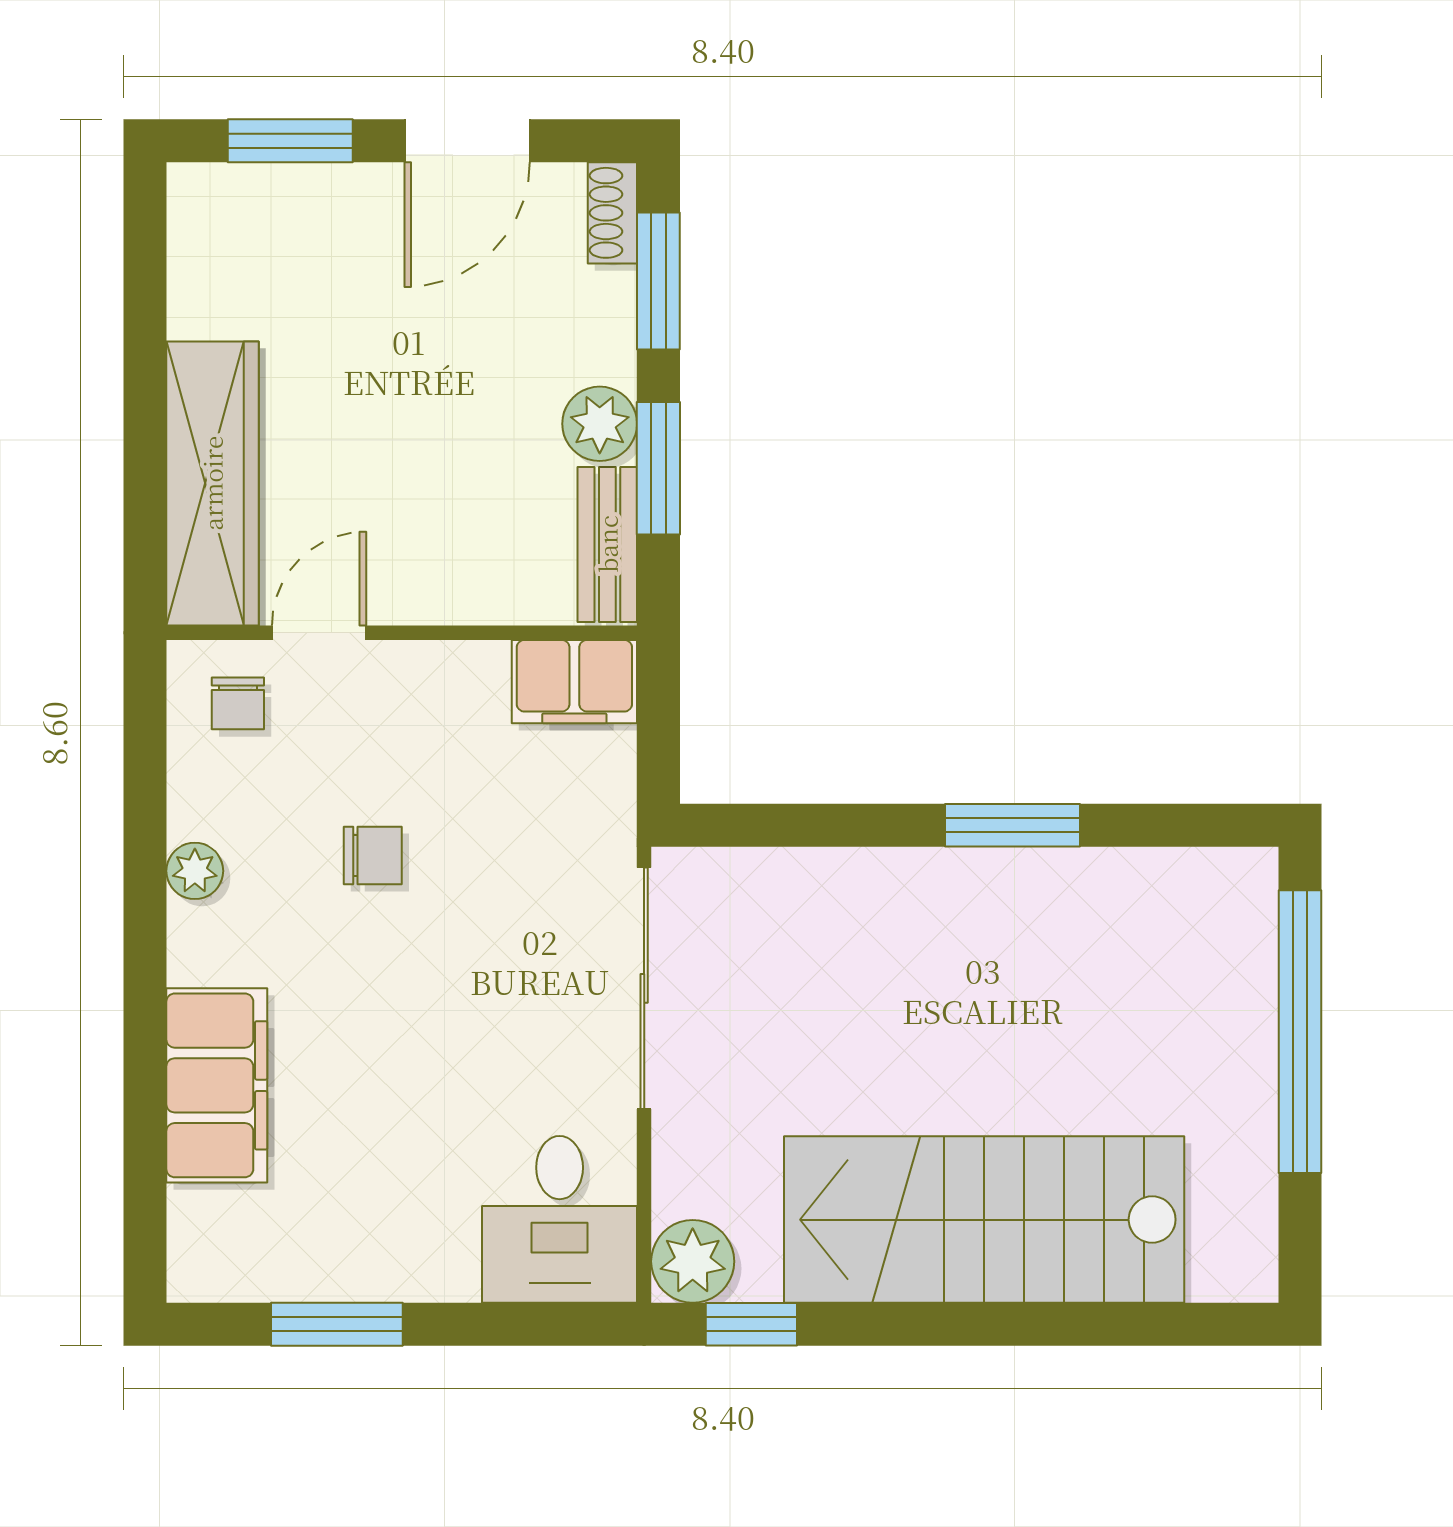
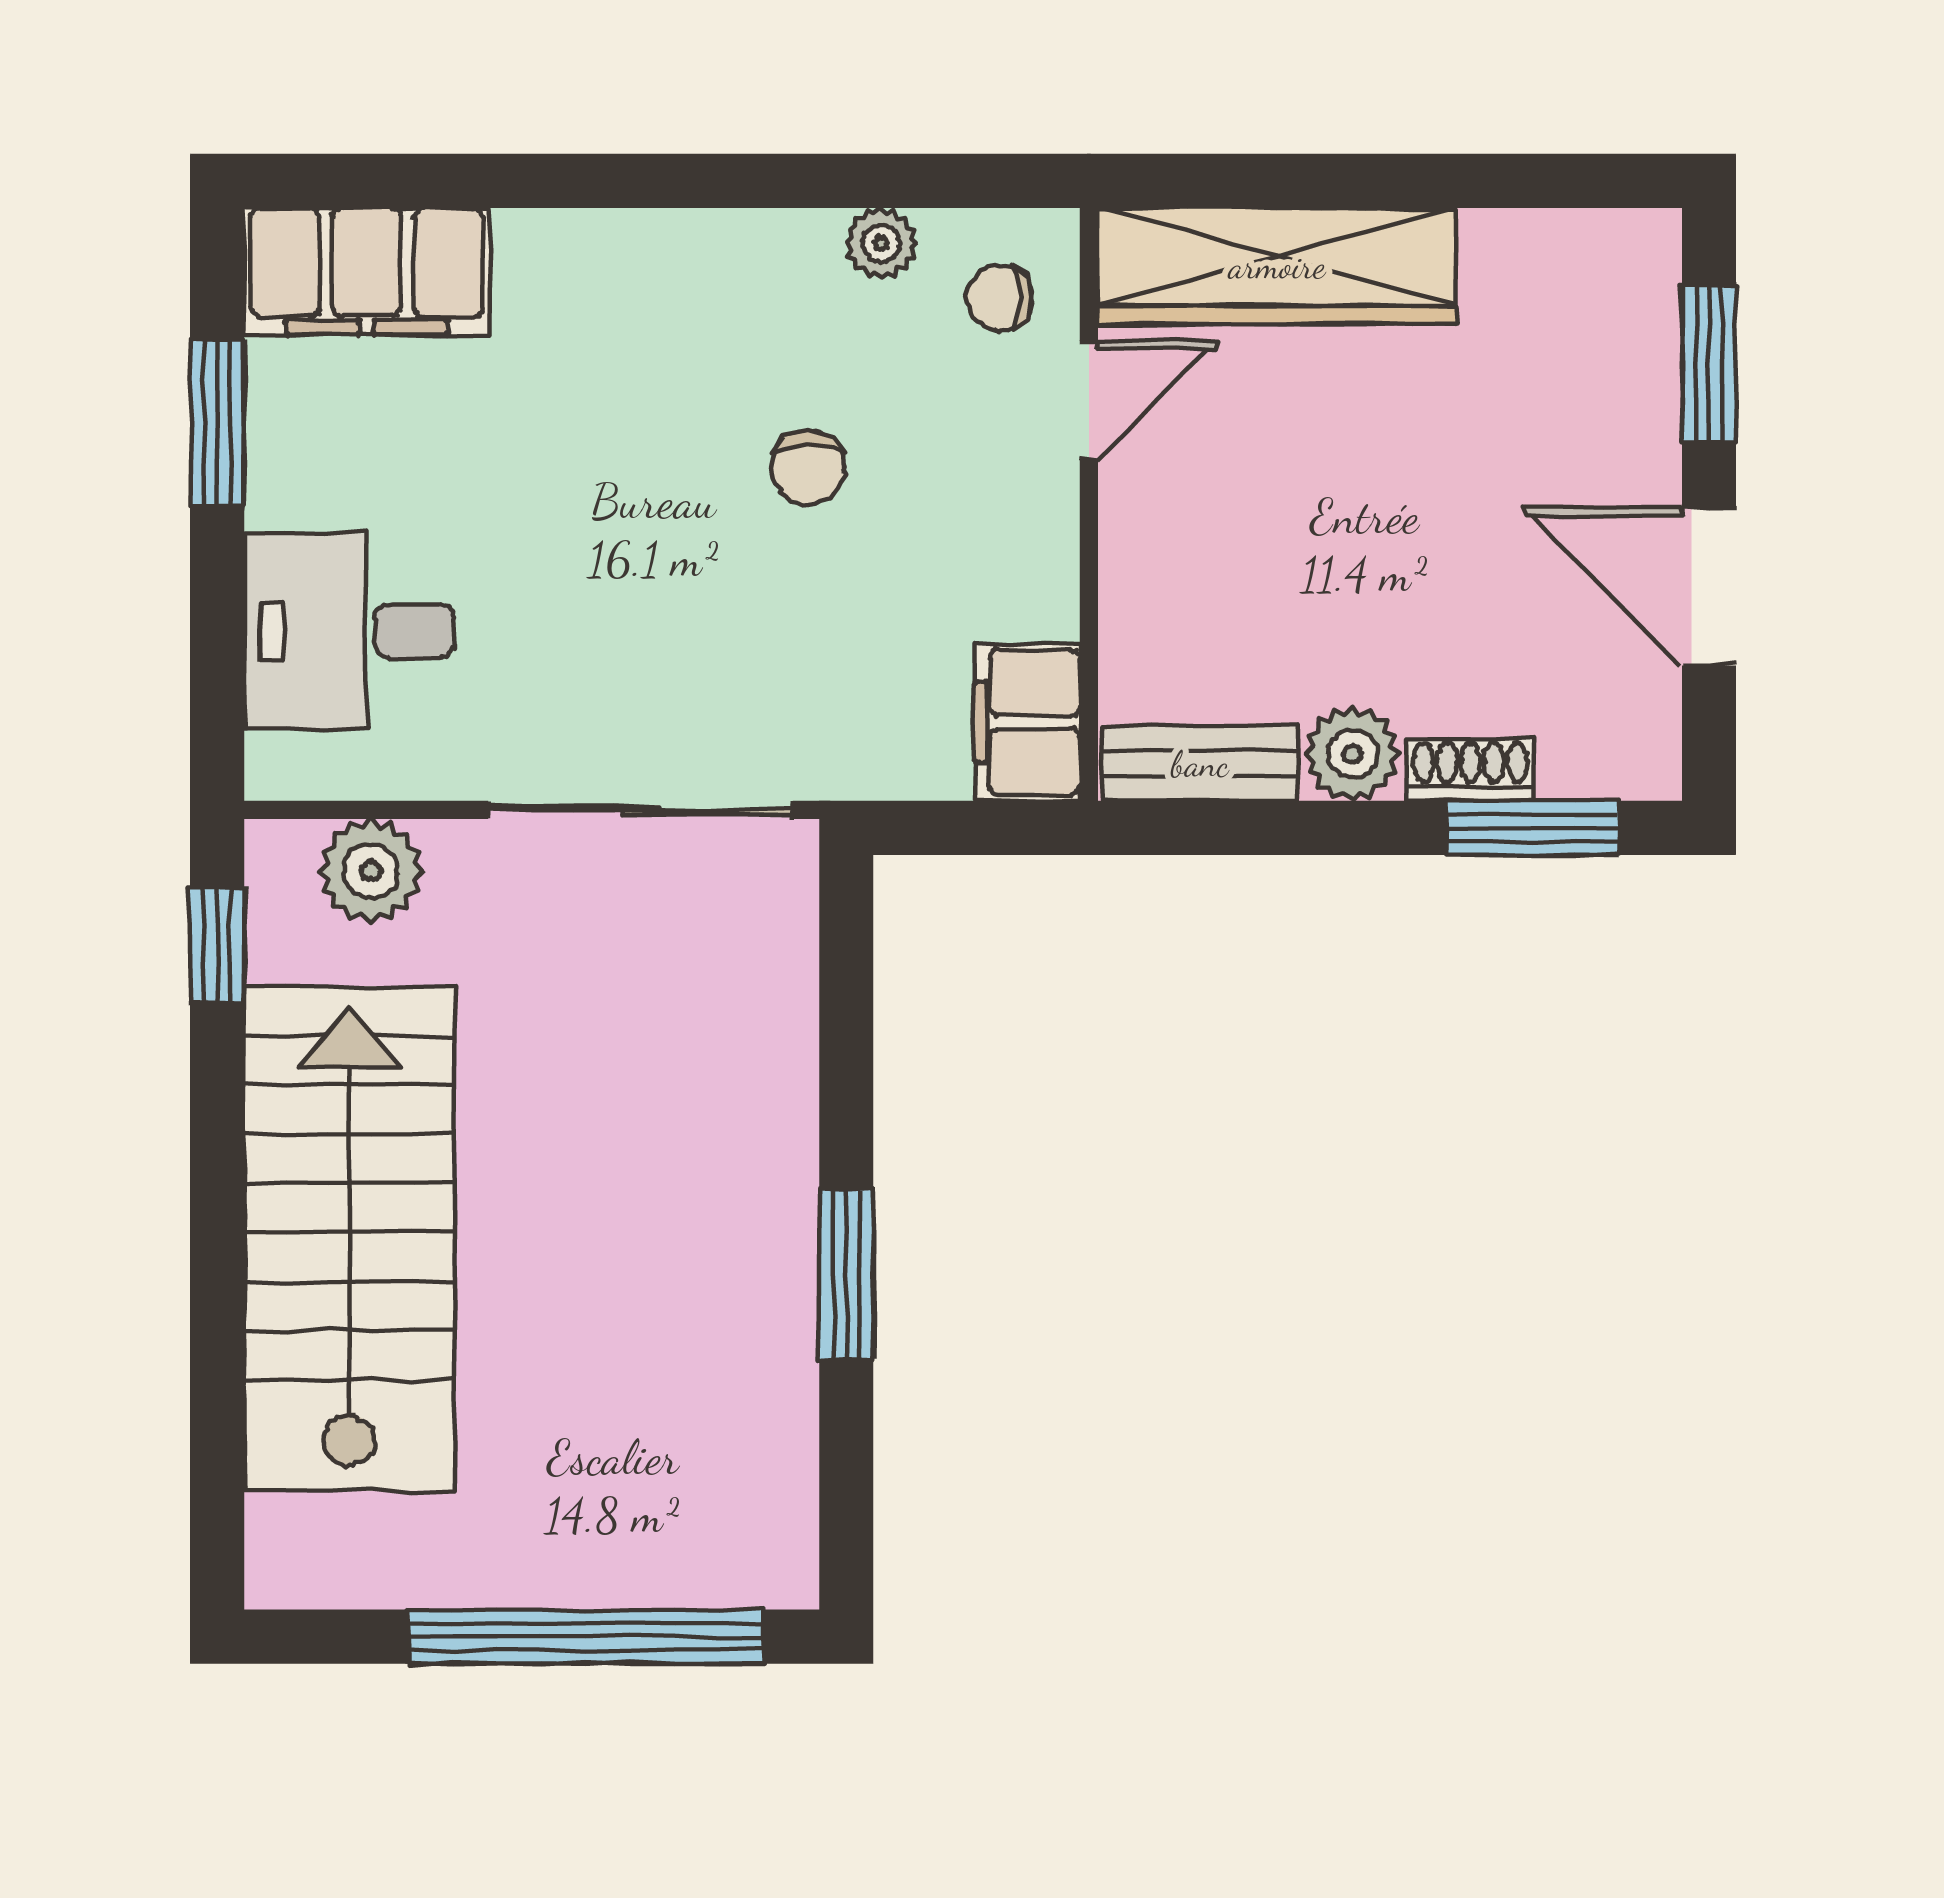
shoe rack: (612, 213) -> (1470, 770), moved
window: (658, 468) -> (1296, 828), removed
door: (319, 633) -> (1089, 400), hinge flipped
plant: (195, 871) -> (881, 243), moved
filing cabinet: (217, 1085) -> (367, 271), moved
desk: (560, 1219) -> (349, 631), moved
plant: (693, 1261) -> (371, 871), moved

